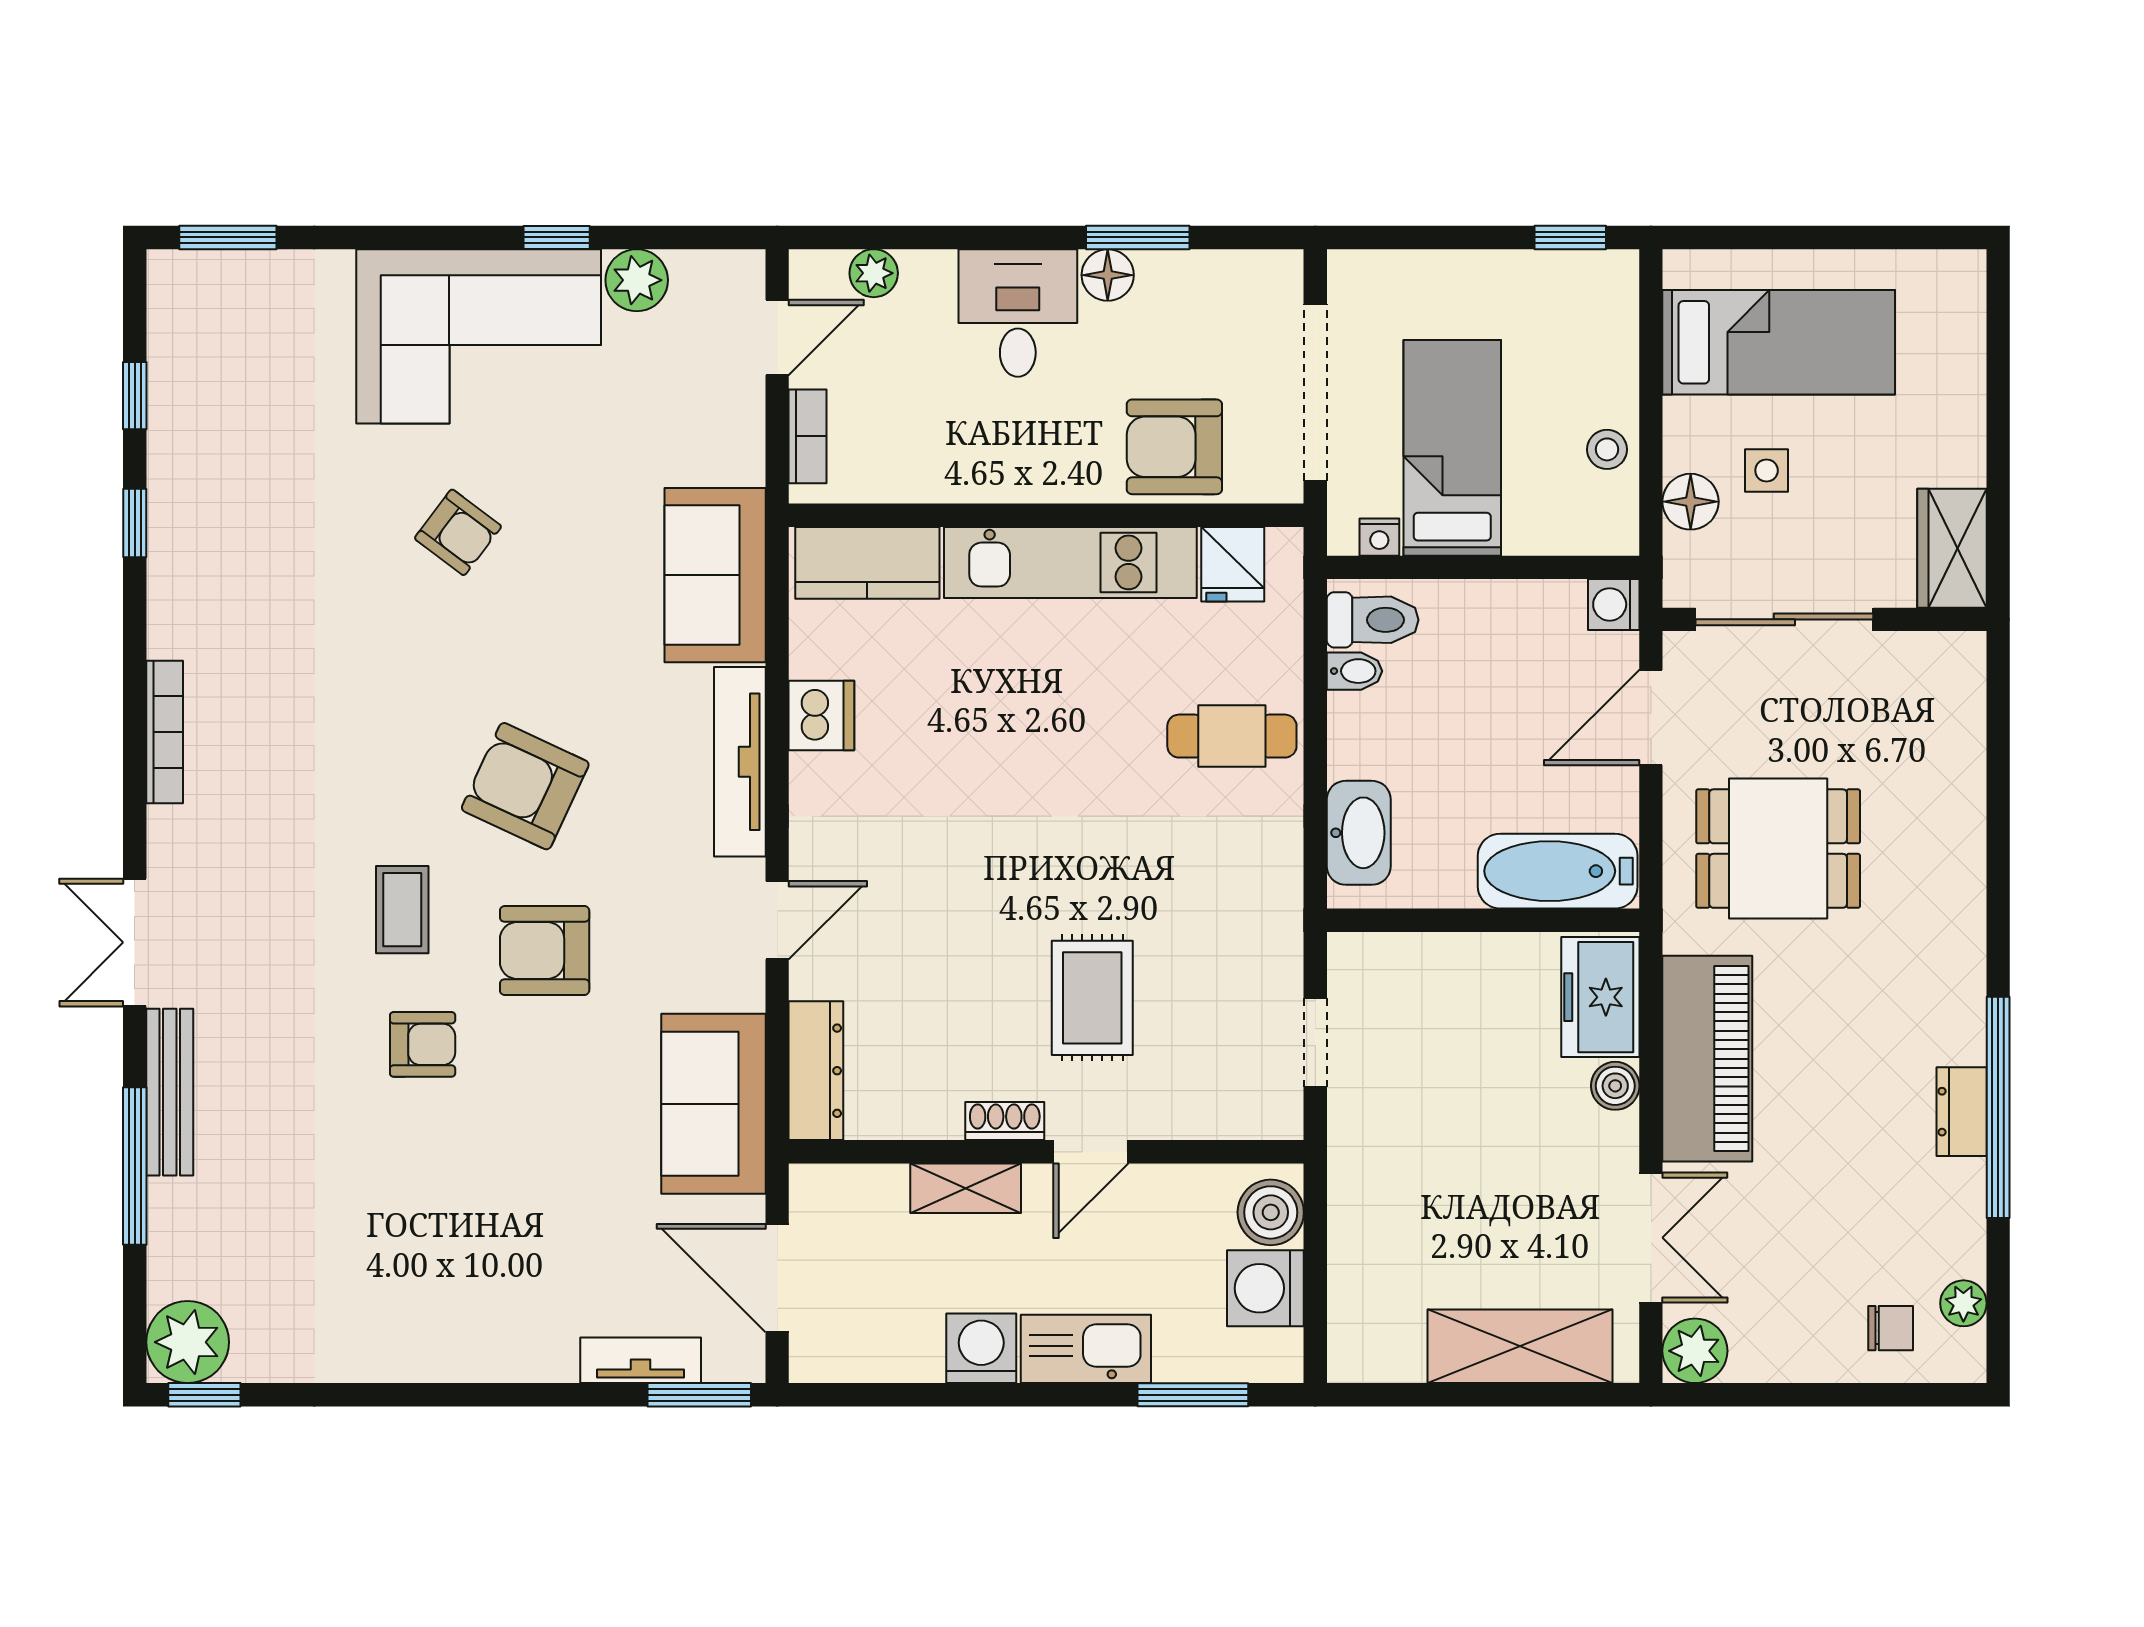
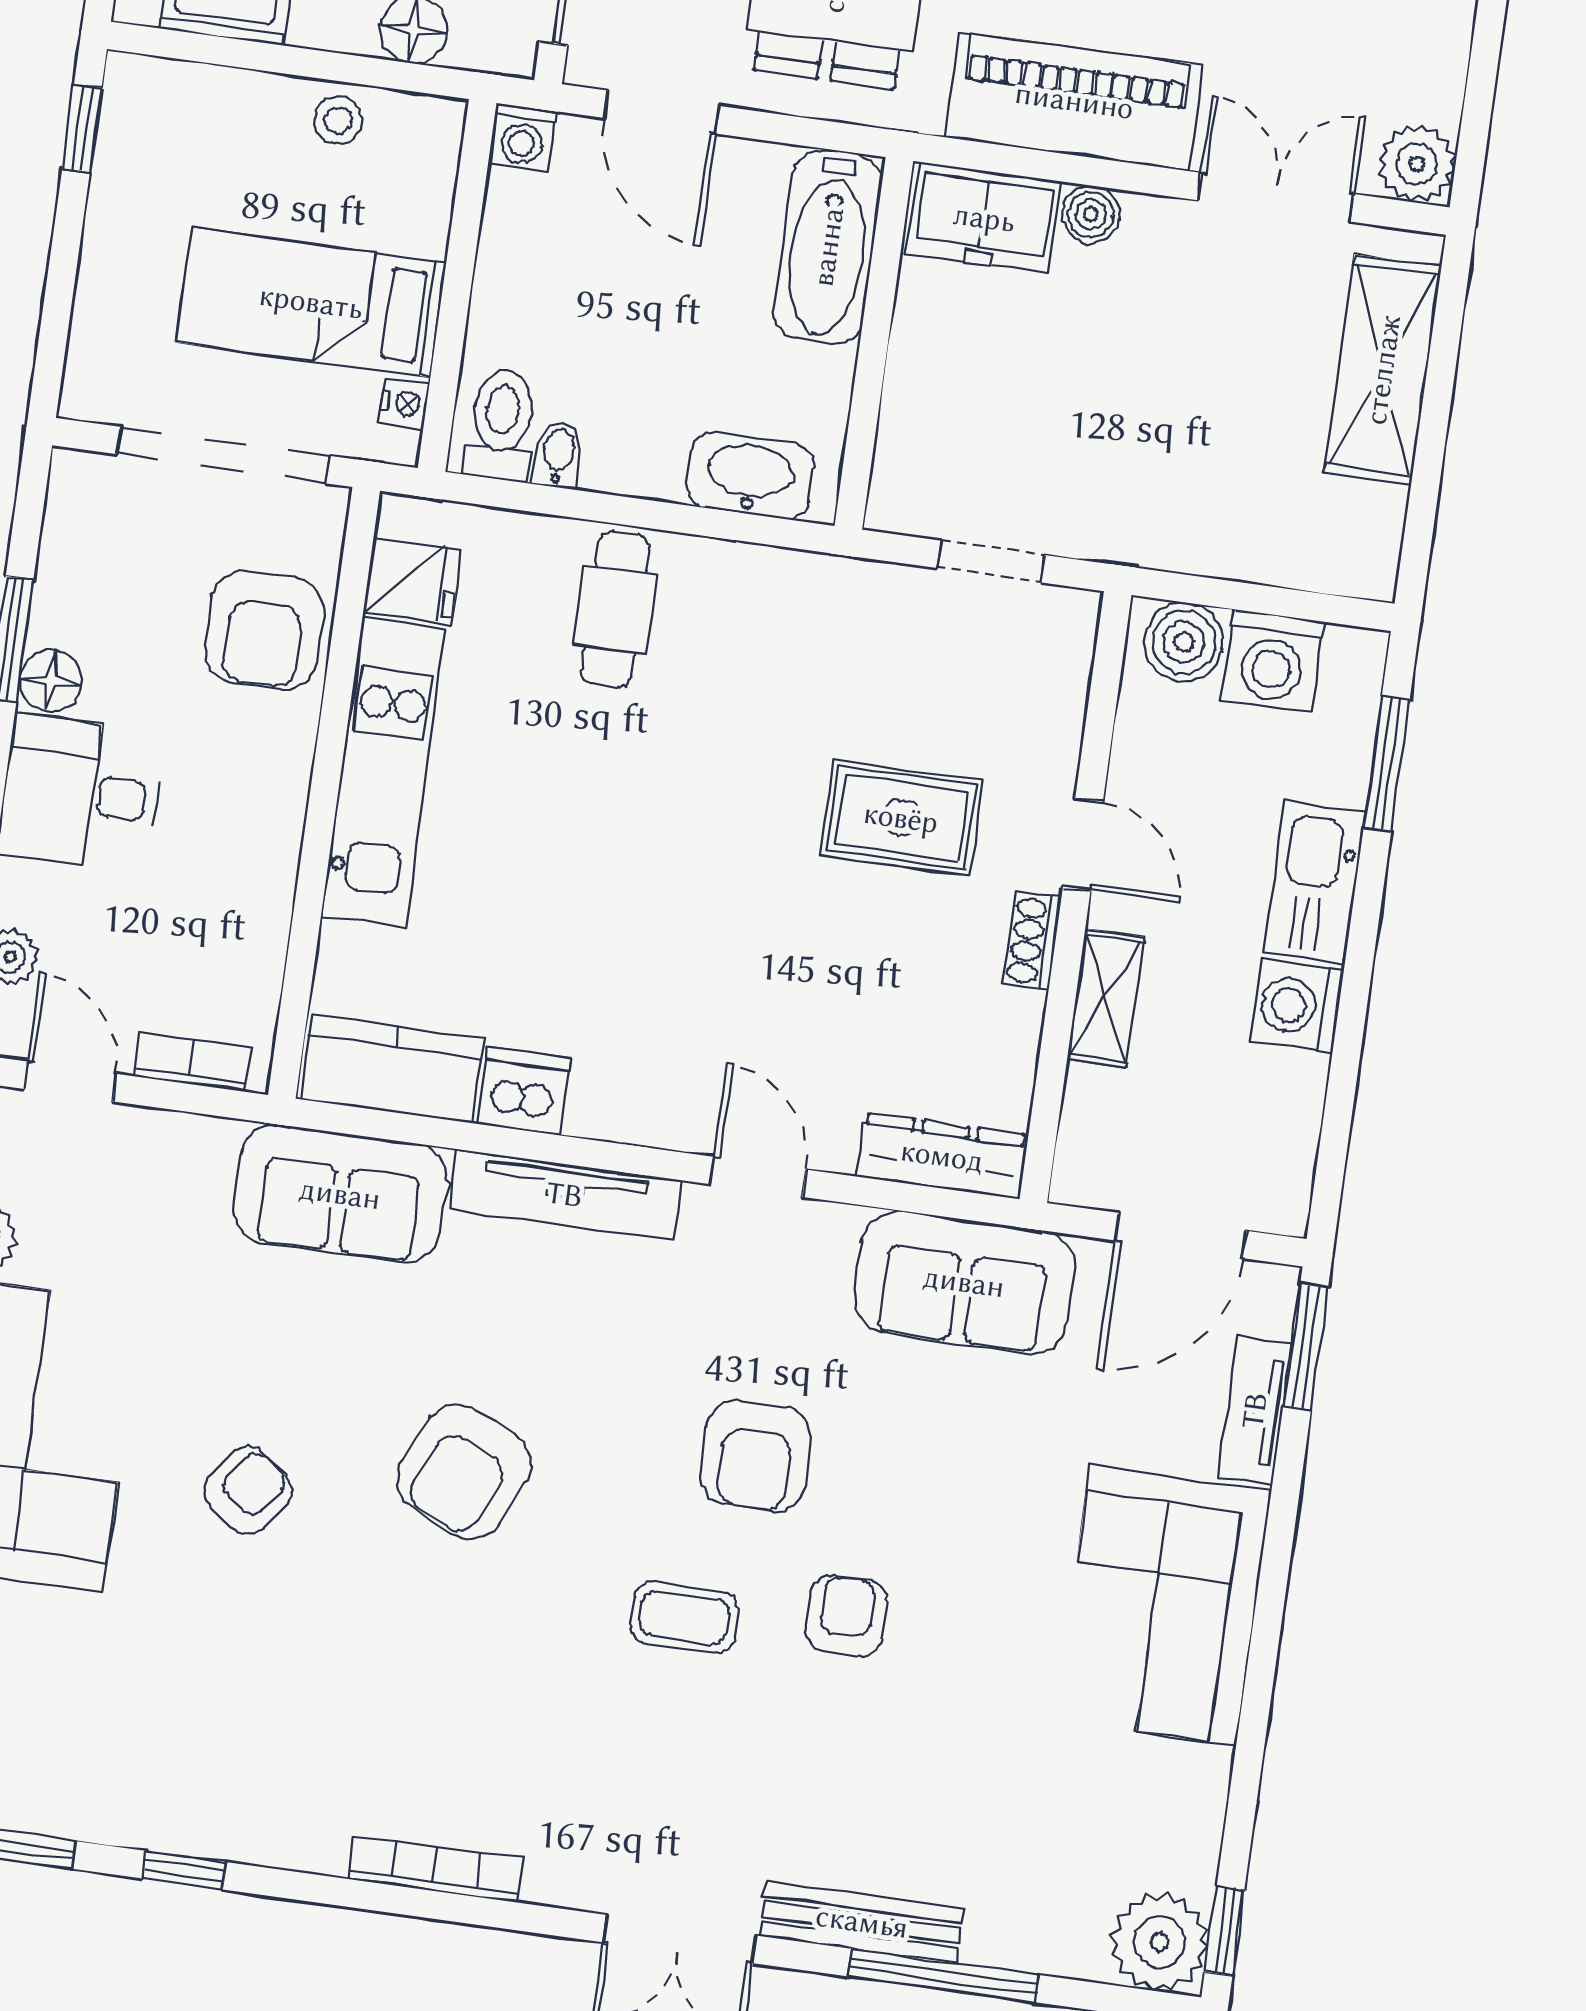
kitchen counter: (867, 563) -> (392, 1069), moved, turned -90
armchair: (525, 786) -> (464, 1471), moved
corner sofa: (468, 1306) -> (1163, 1605), added

